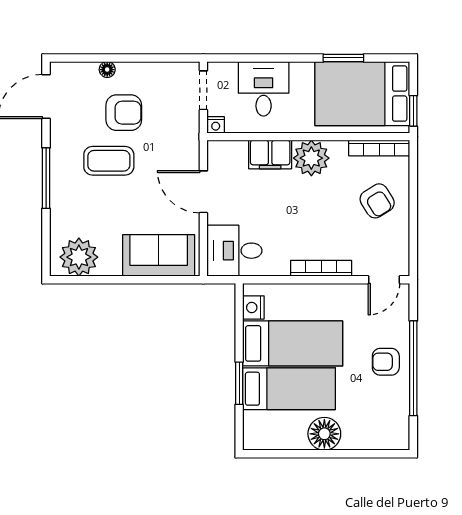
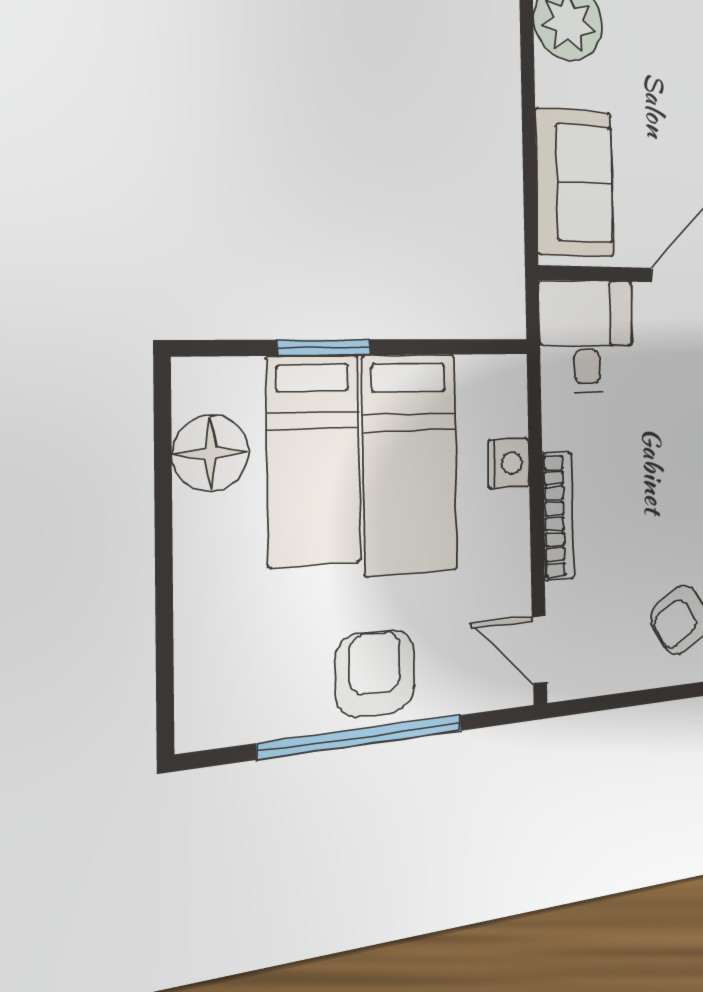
nightstand: (253, 307) -> (508, 463), moved, turned 90
armchair: (386, 362) -> (375, 673), width x1.38, depth x1.38
floor lamp: (324, 434) -> (211, 453), moved

